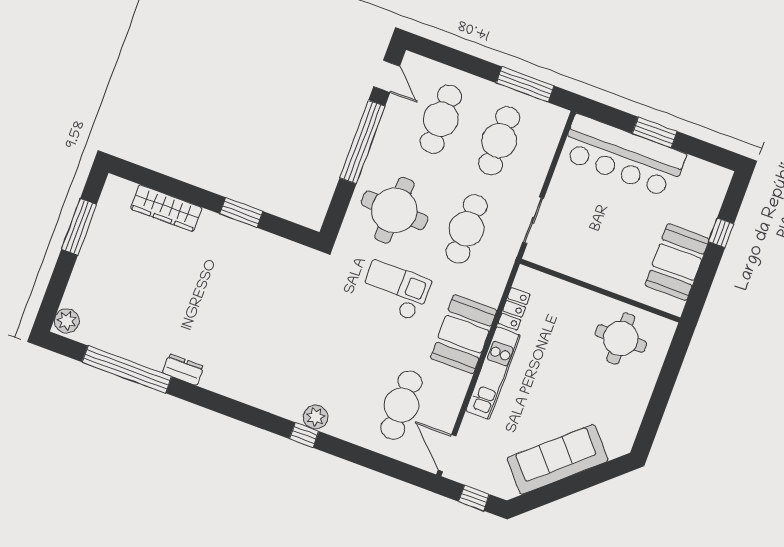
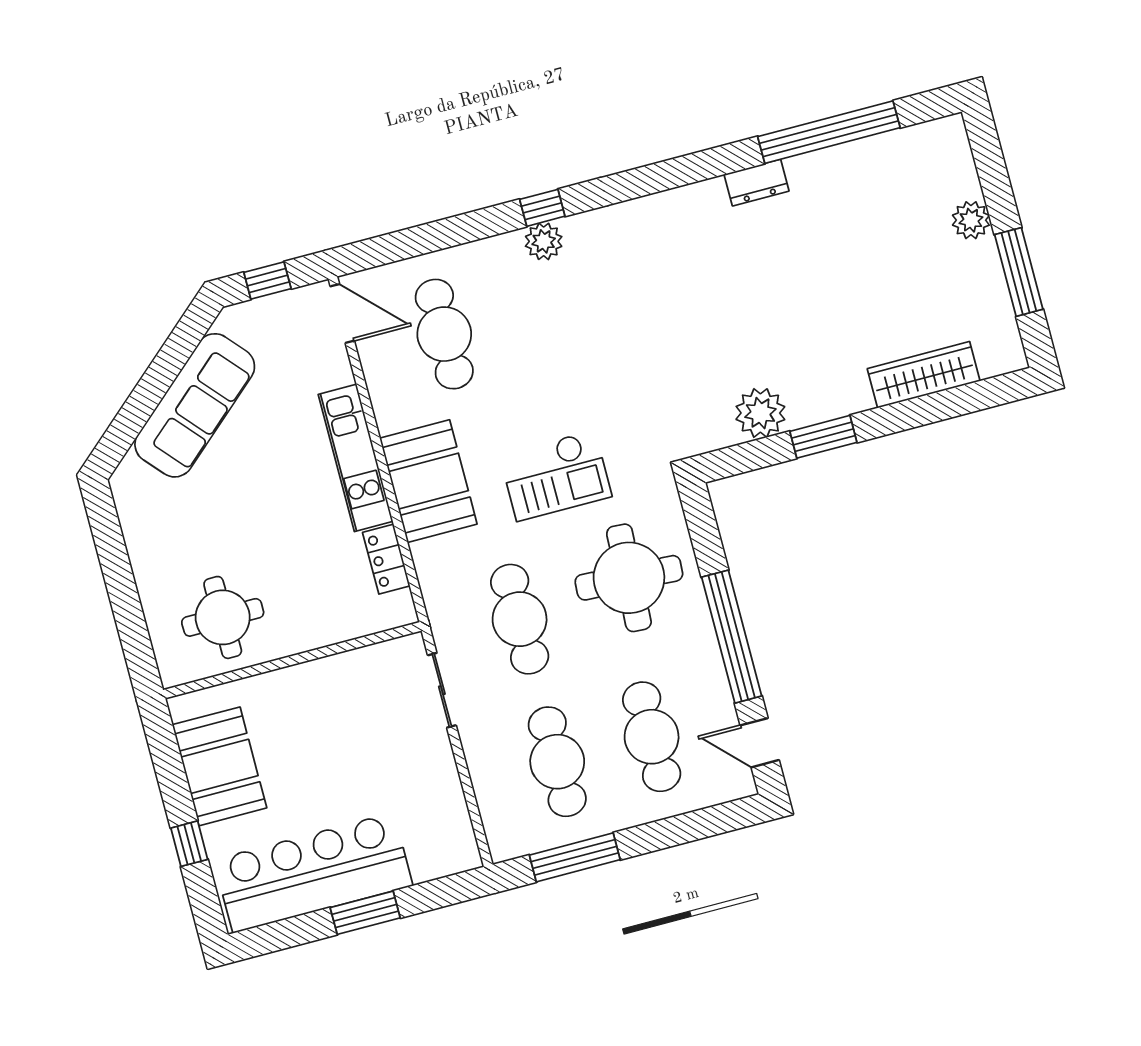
bar counter: (623, 156) -> (313, 873), moved
plant: (265, 248) -> (760, 413), added
plant: (67, 321) -> (971, 220), moved

